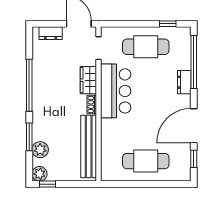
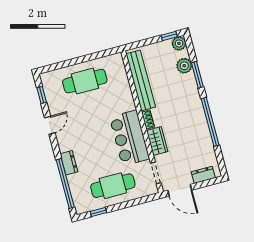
door: (194, 126) -> (50, 125), width x0.53

